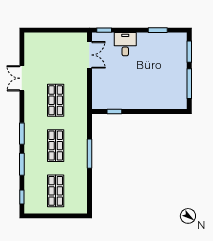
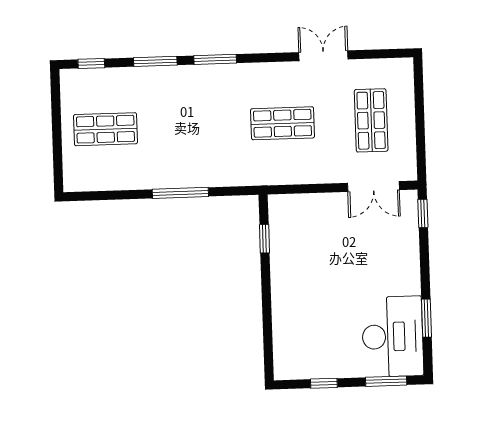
desk: (125, 44) -> (393, 337), moved, width x1.87, depth x1.30
window: (189, 84) -> (324, 383), width x0.46
shop shelf: (56, 146) -> (371, 120), moved, turned 90

